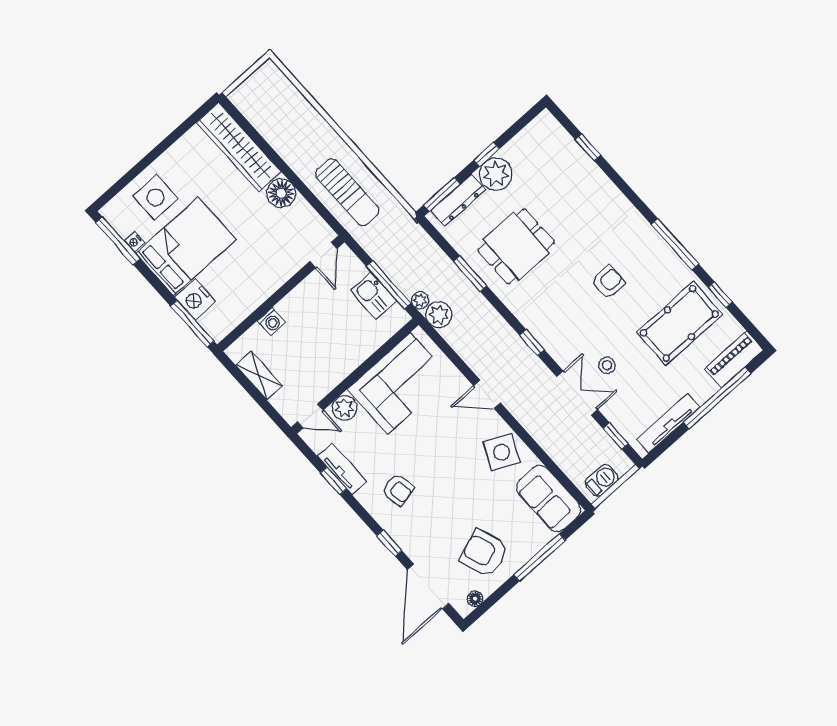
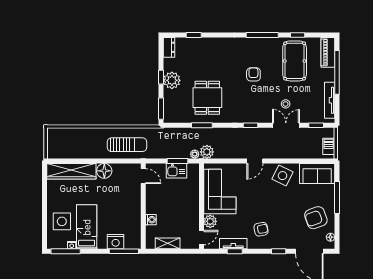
dresser: (458, 200) -> (169, 47), moved, width x0.70
bed: (186, 246) -> (87, 227), width x0.67
window: (389, 285) -> (178, 161), width x0.69

